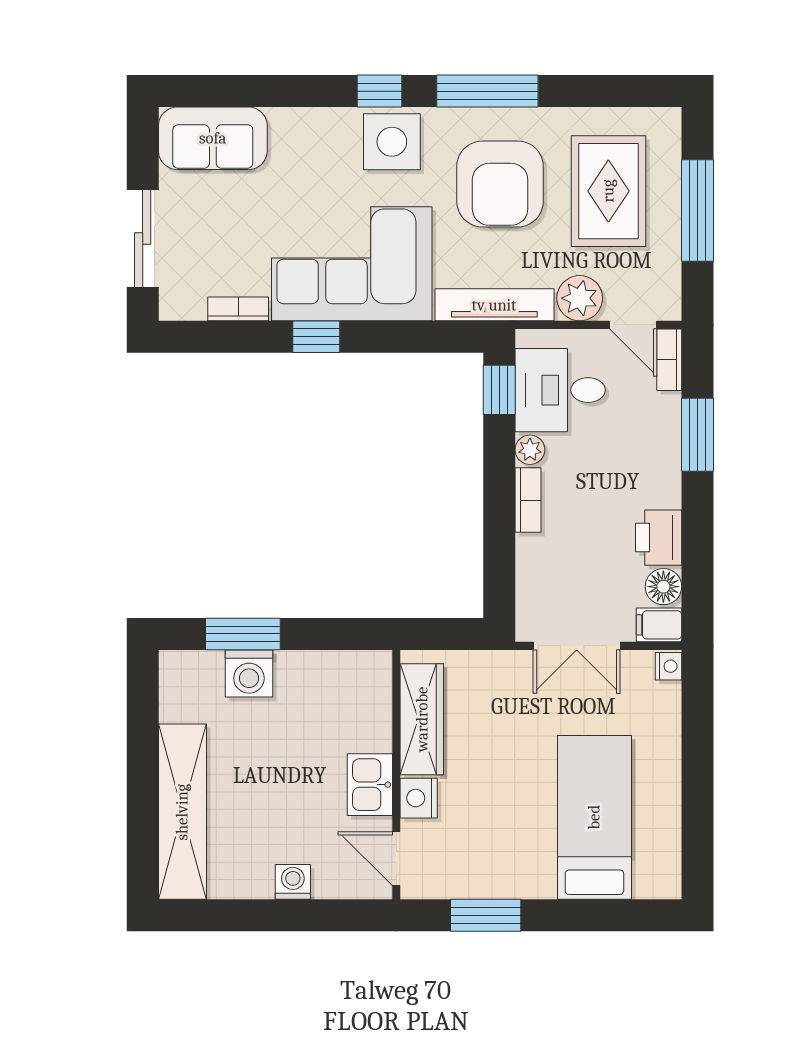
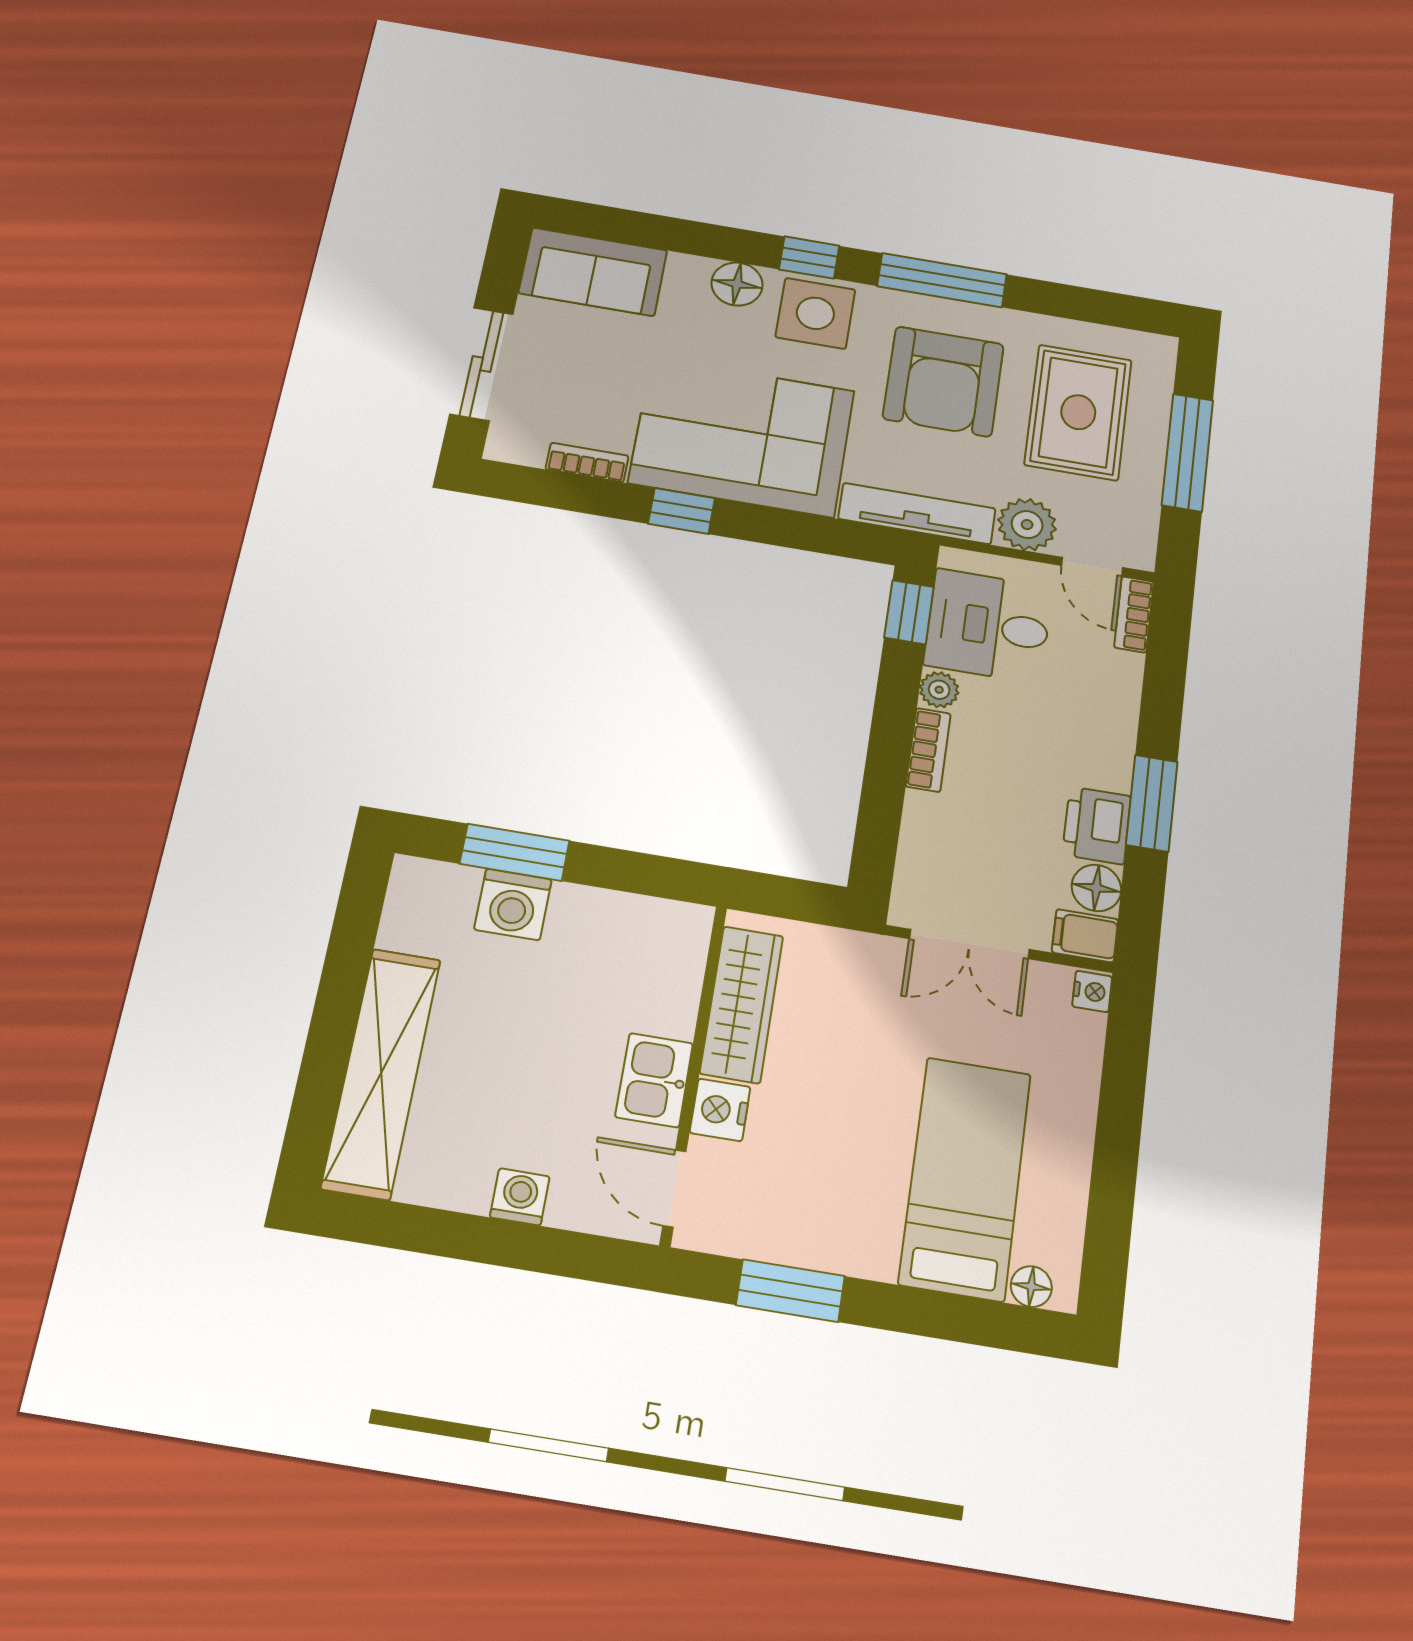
floor lamp: (327, 127) -> (737, 284), added
window: (697, 435) -> (1152, 803), moved
floor lamp: (649, 885) -> (1031, 1286), added

